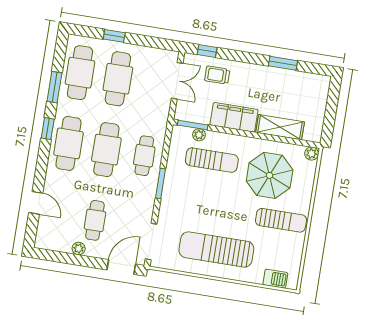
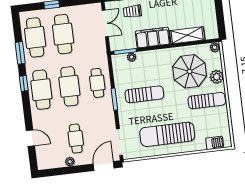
sun lounger: (212, 160) -> (144, 94), moved
plant: (303, 193) -> (217, 77), added

